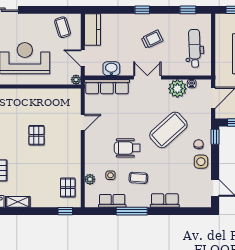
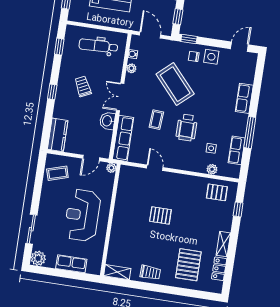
kitchen counter: (93, 29) -> (58, 135), moved, turned 90
washbasin: (111, 69) -> (107, 121), moved
plant: (177, 89) -> (131, 68), width x0.53, depth x0.53
coffee table: (138, 178) -> (156, 120), moved
window: (65, 211) -> (238, 209), moved

